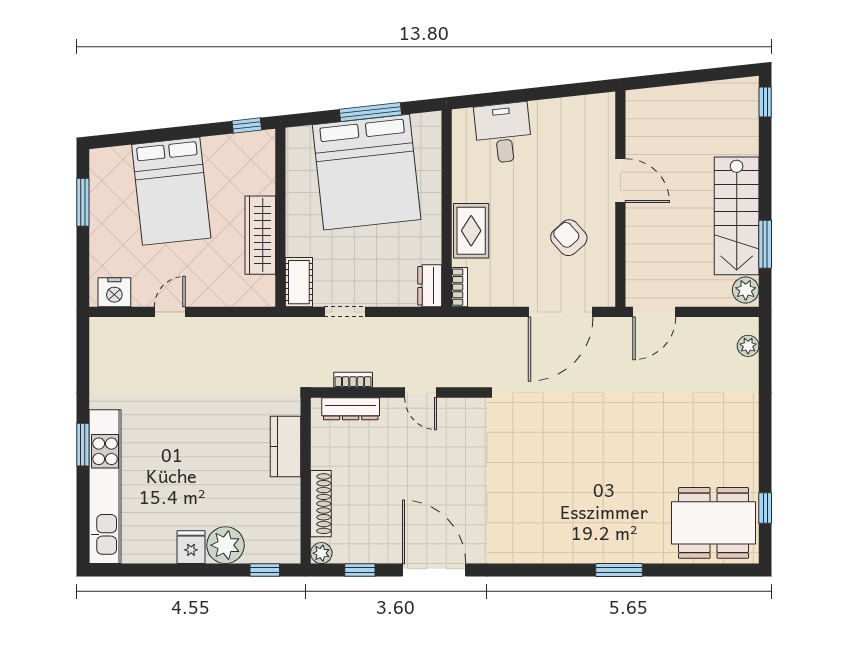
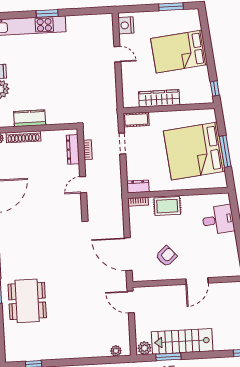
kitchen counter: (285, 447) -> (30, 118), moved
dining table: (714, 523) -> (27, 301), moved

